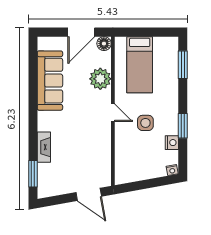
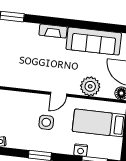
nightstand: (172, 143) -> (81, 150), moved
fireplace: (44, 147) -> (53, 31), moved

